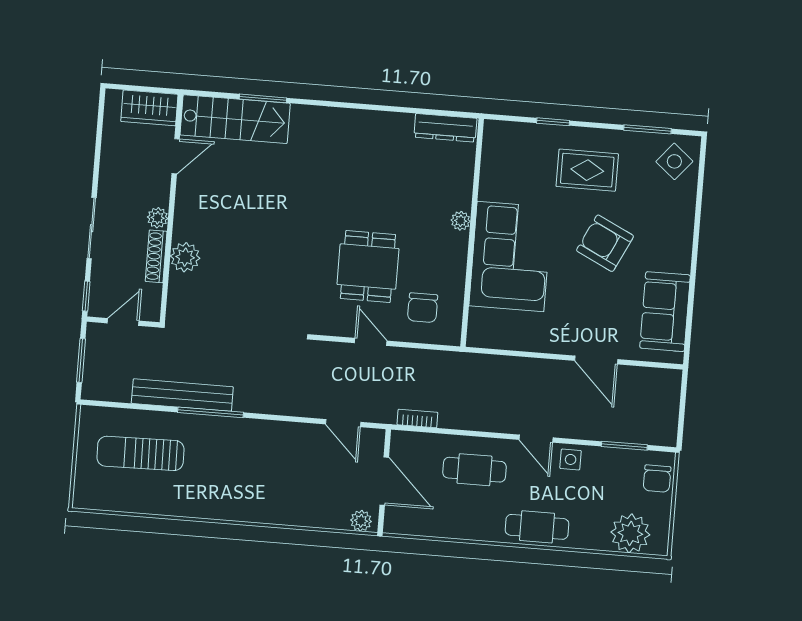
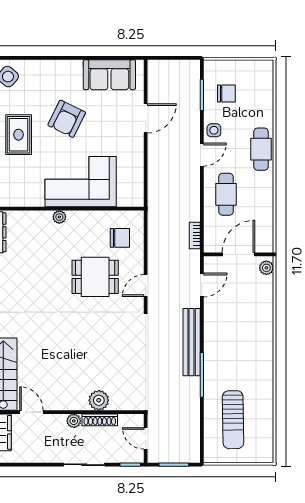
door: (371, 342) -> (146, 286), moved
bench: (182, 395) -> (192, 342), moved
chair: (657, 479) -> (226, 93), moved
plant: (630, 533) -> (260, 86), removed

